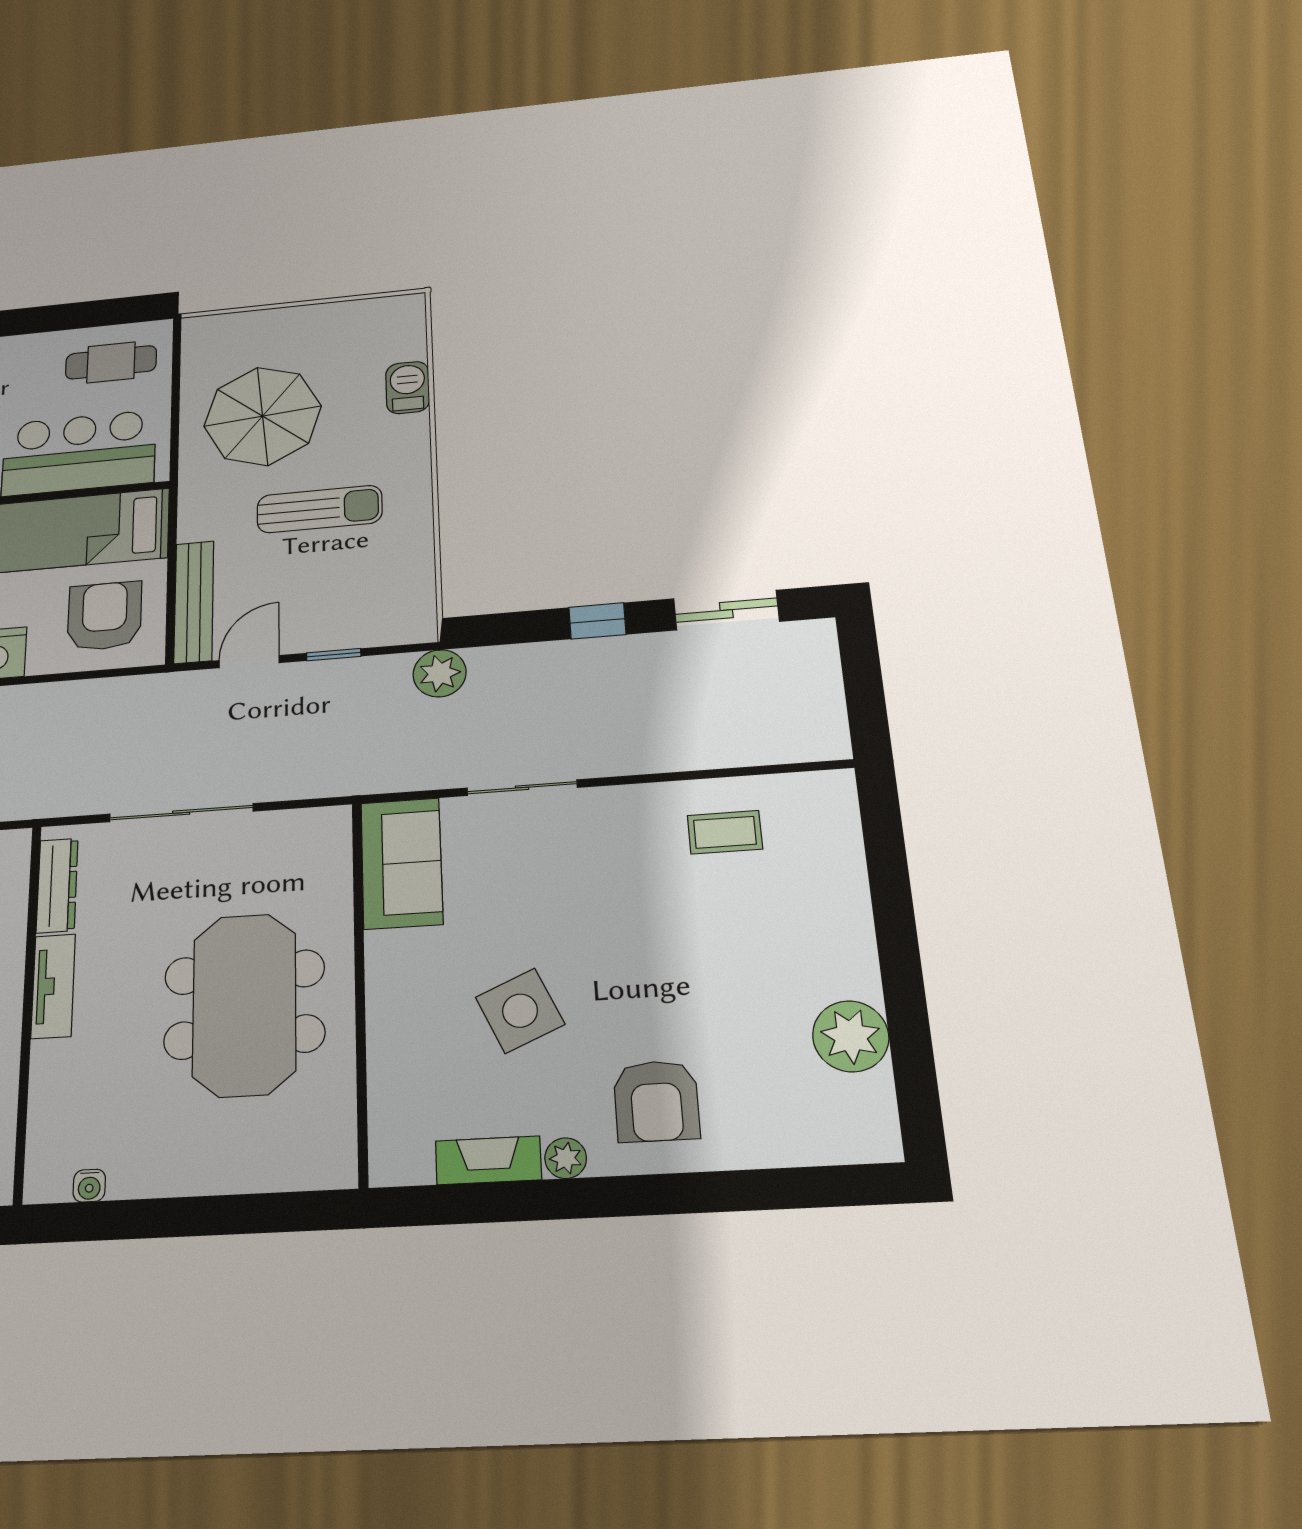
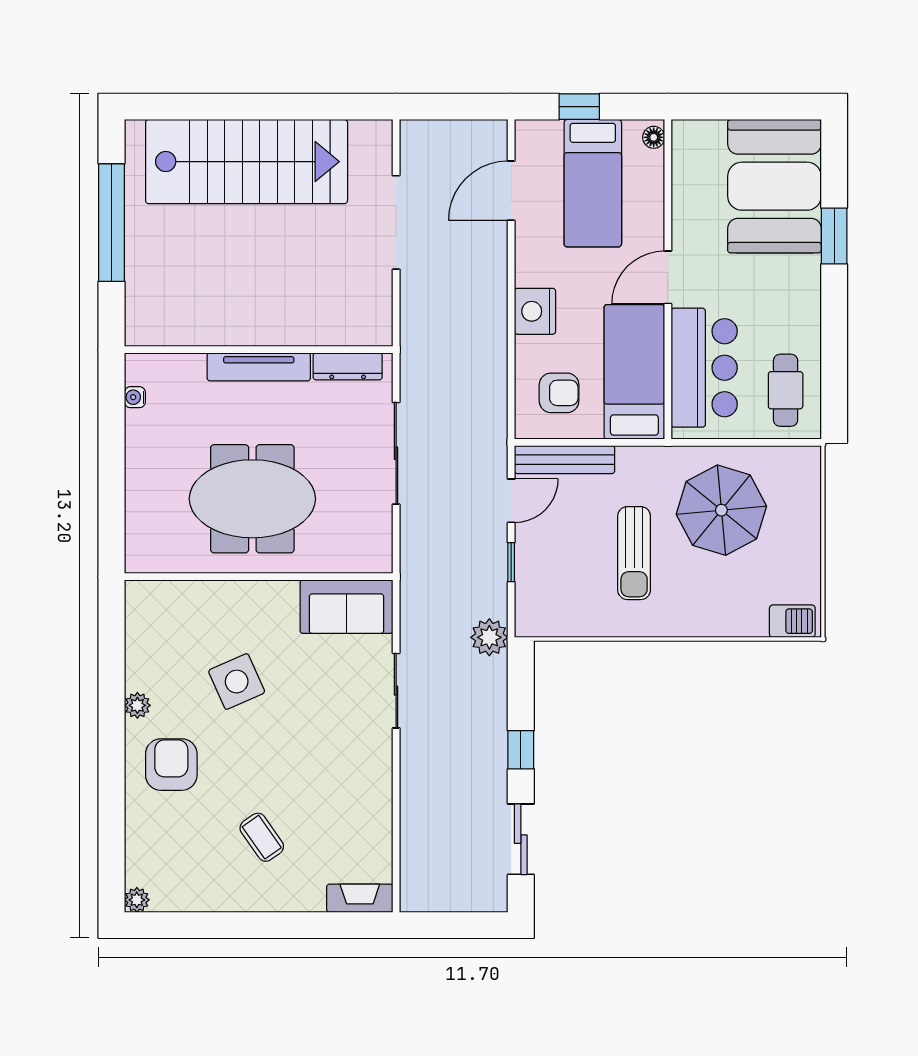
barbecue: (408, 388) -> (792, 621), moved
armchair: (105, 616) -> (559, 393), width x0.72, depth x0.72
door: (249, 662) -> (511, 501), hinge flipped
coffee table: (725, 832) -> (262, 837), moved, turned -35
tv unit: (53, 986) -> (259, 367), width x1.41
plant: (851, 1036) -> (137, 900), moved, width x0.53, depth x0.53
armchair: (656, 1101) -> (171, 765), turned 90
fireplace: (488, 1160) -> (360, 898), moved, turned -90

